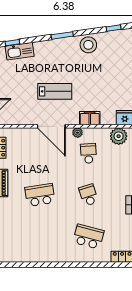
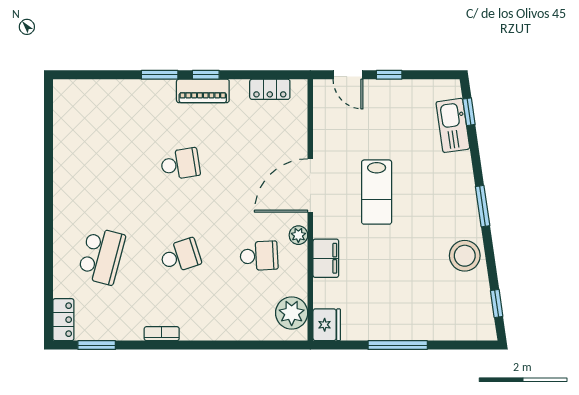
school desk: (40, 195) -> (180, 164), width x0.54

